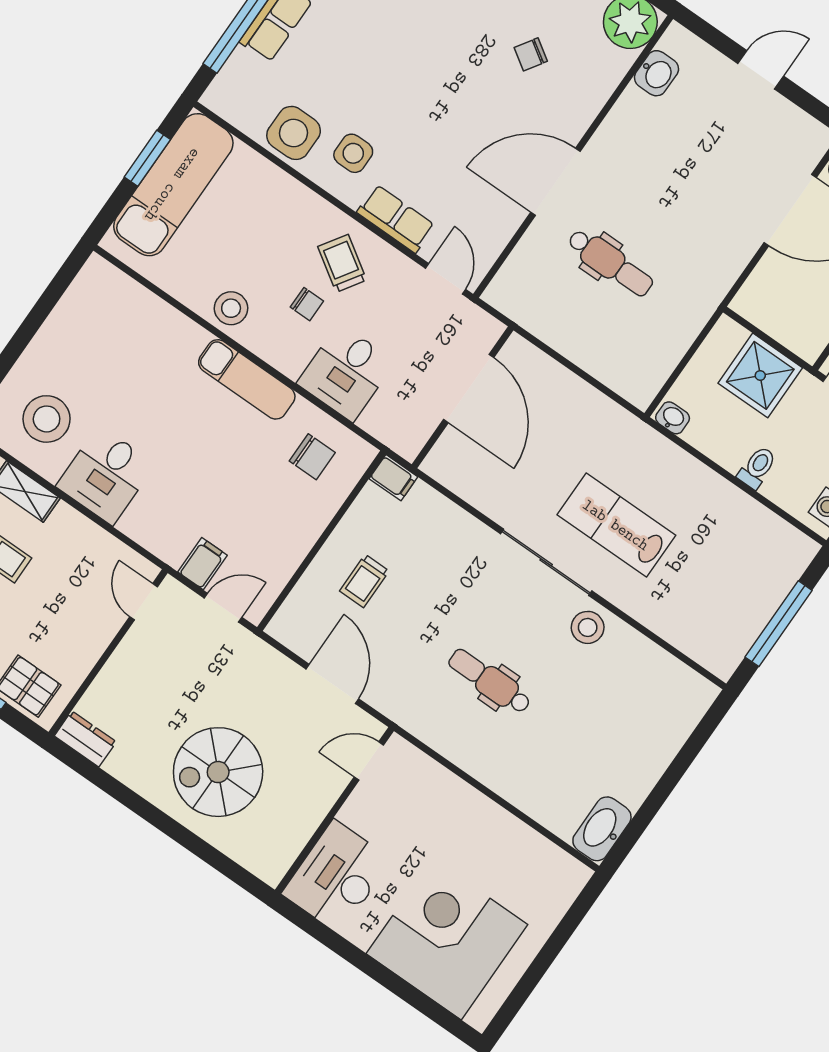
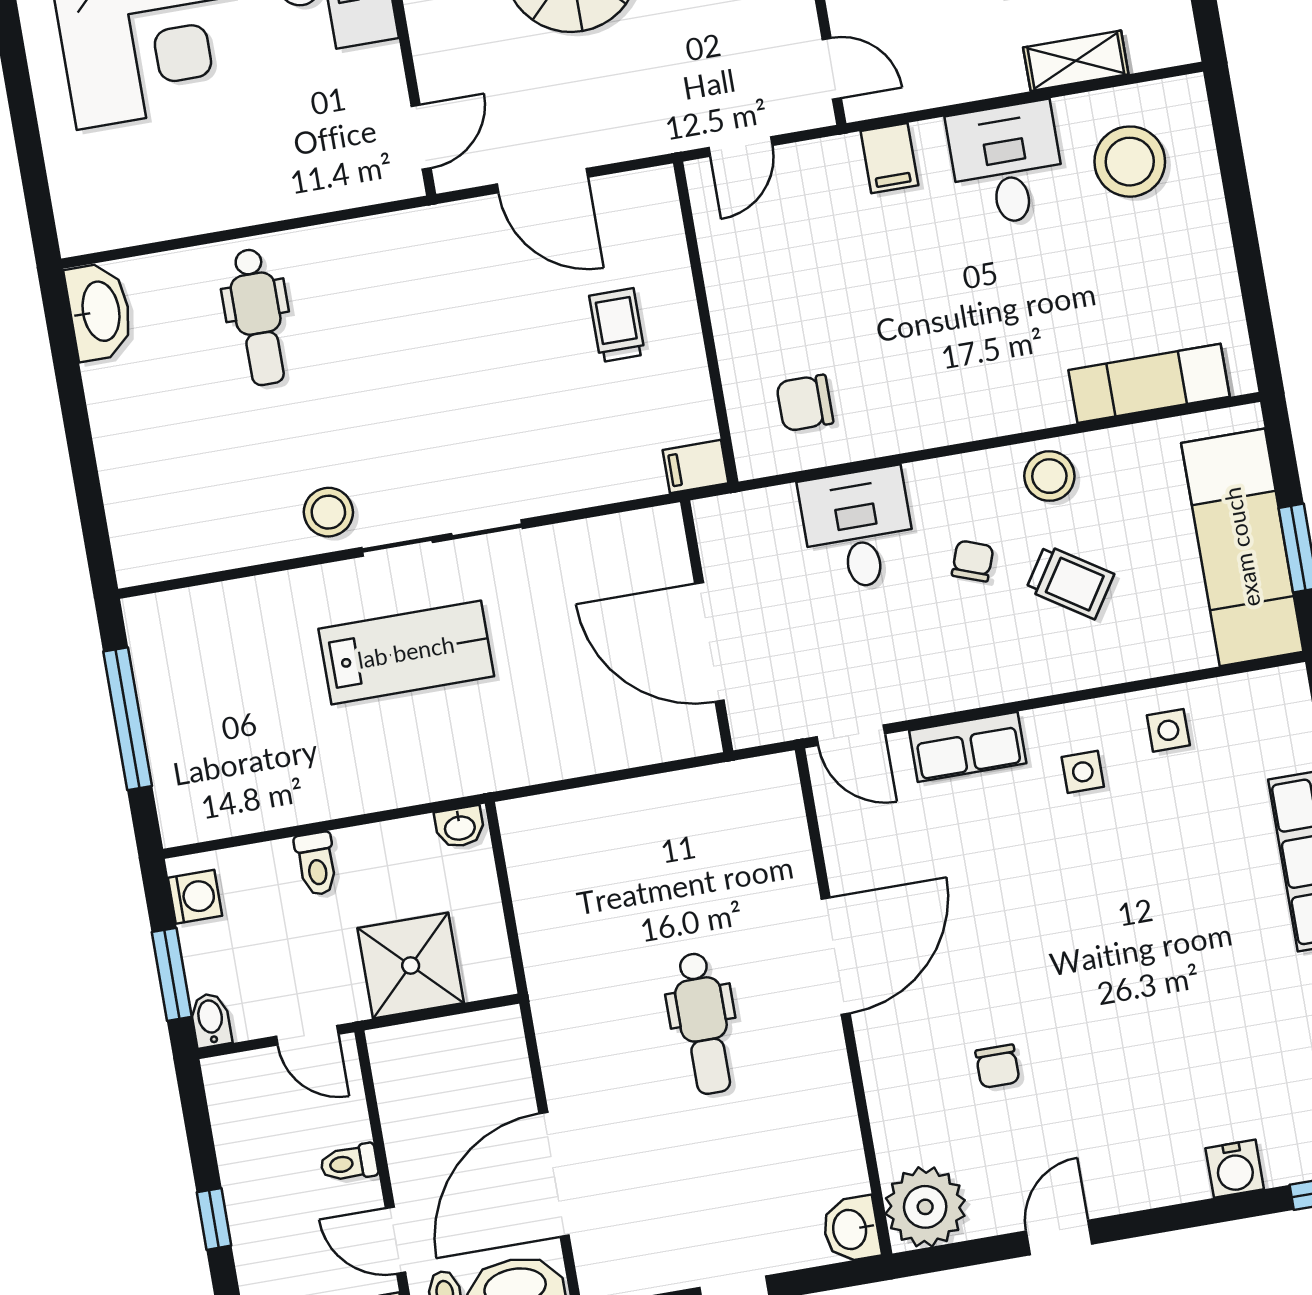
chair: (531, 54) -> (997, 1066), turned 147
washbasin: (656, 73) -> (851, 1229), moved
side table: (294, 133) -> (1168, 730), width x0.54, depth x0.54
side table: (353, 153) -> (1083, 772), width x0.73, depth x0.73
trolley: (342, 263) -> (1070, 582), moved
dental chair: (610, 263) -> (703, 1023), moved, turned -90
chair: (307, 304) -> (973, 561), turned 110
exam couch: (247, 379) -> (1149, 383), moved
filing cabinet: (203, 564) -> (889, 158), moved
dental chair: (490, 681) -> (258, 317), moved, turned 90

